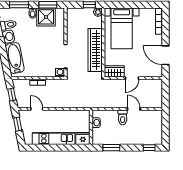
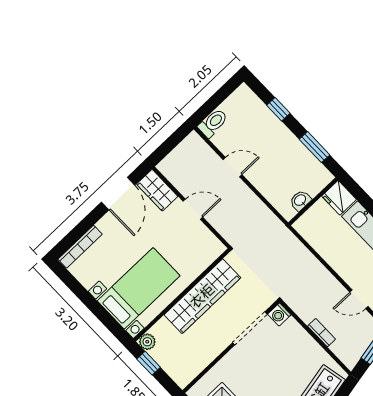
wardrobe: (114, 71) -> (157, 190), moved
door: (37, 109) -> (359, 299), hinge flipped
door: (134, 109) -> (233, 167), swing flipped
toilet: (123, 117) -> (213, 123), moved
window: (149, 148) -> (278, 109), moved

